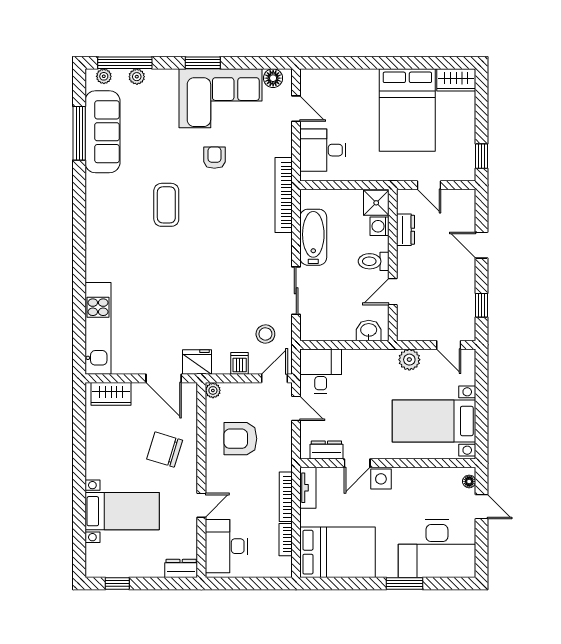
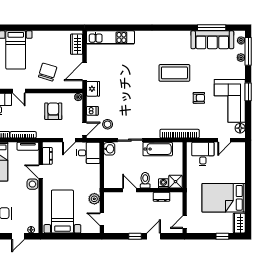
window: (481, 156) -> (222, 236), moved
door: (429, 185) -> (185, 222), moved
coffee table: (166, 205) -> (174, 73), width x1.36, depth x1.32
window: (481, 305) -> (135, 236), moved
washbasin: (369, 331) -> (109, 149), moved
door: (449, 345) -> (102, 219), hinge flipped
door: (274, 378) -> (85, 129), hinge flipped

